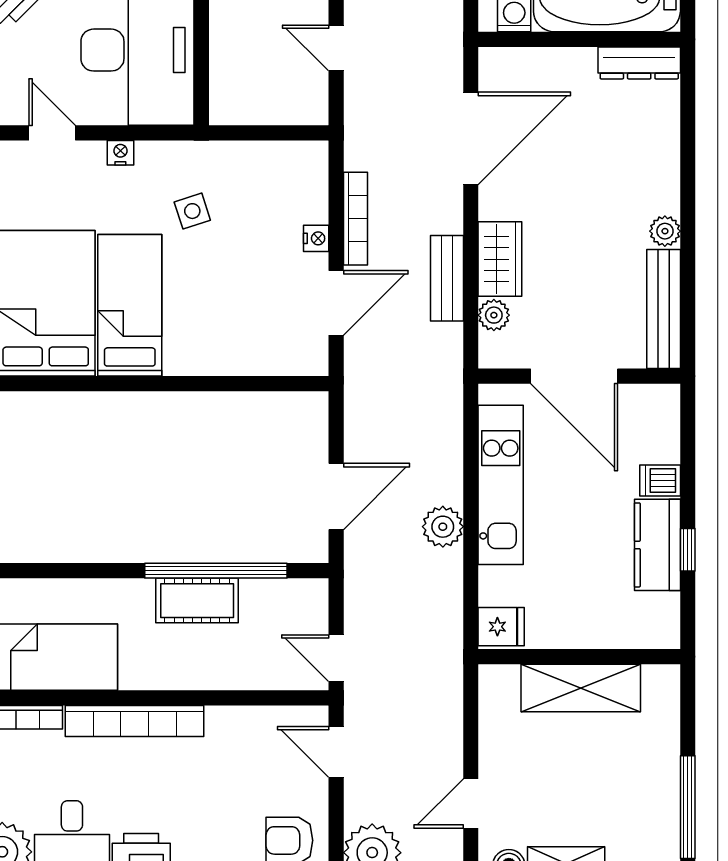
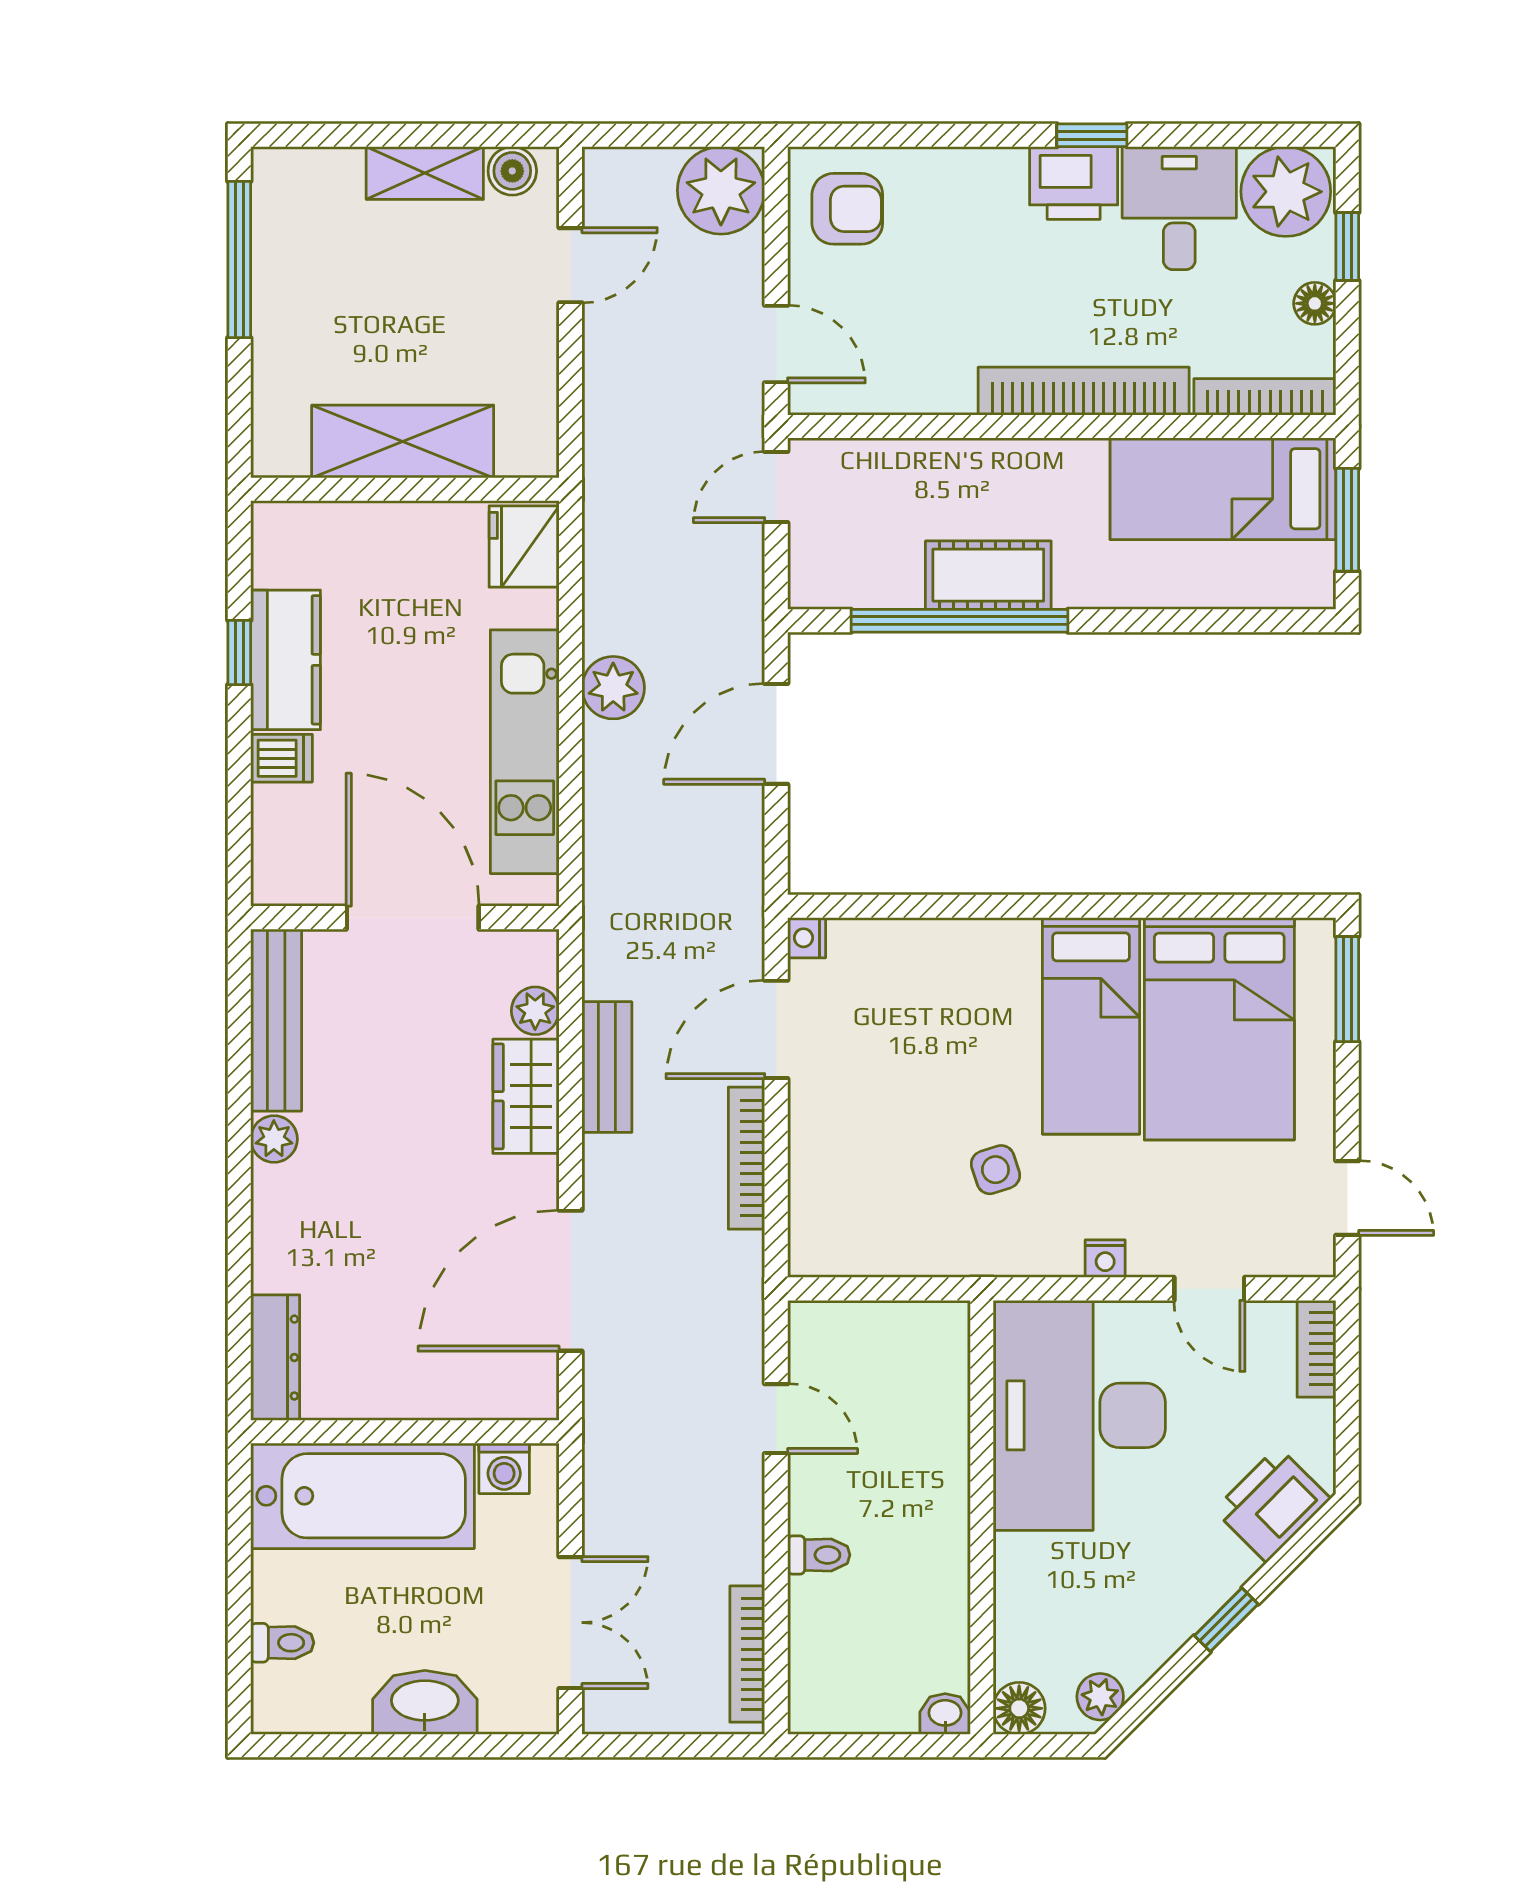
dresser: (639, 63) -> (275, 1358), moved, turned 90
nightstand: (316, 238) -> (807, 938), moved
fridge: (501, 627) -> (524, 547), width x1.38
door: (336, 658) -> (776, 487), swing flipped

